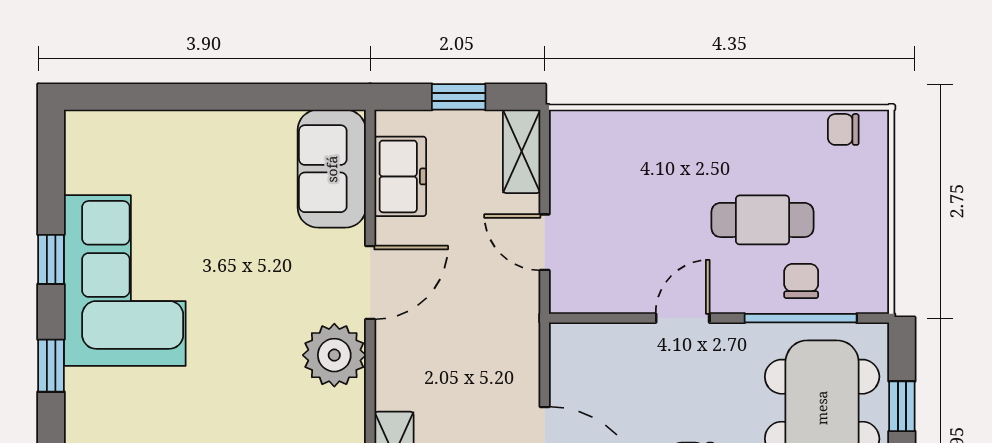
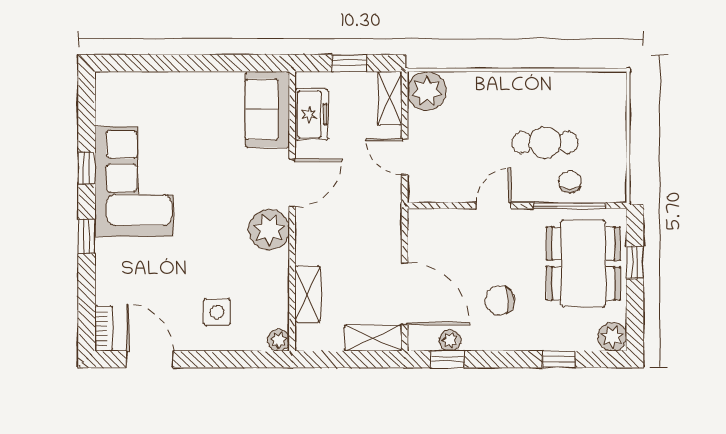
chair: (843, 129) -> (597, 84), removed
plant: (579, 140) -> (427, 91), added

